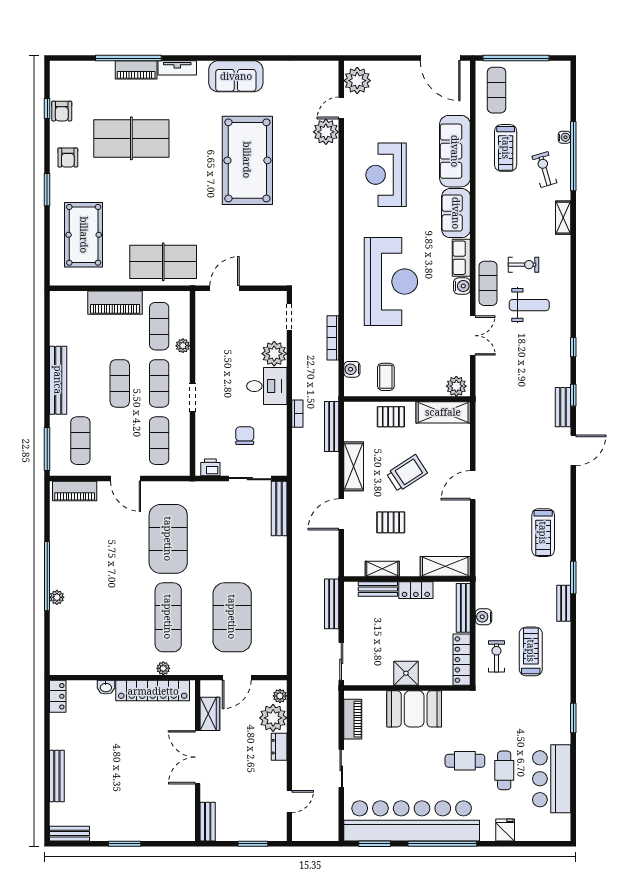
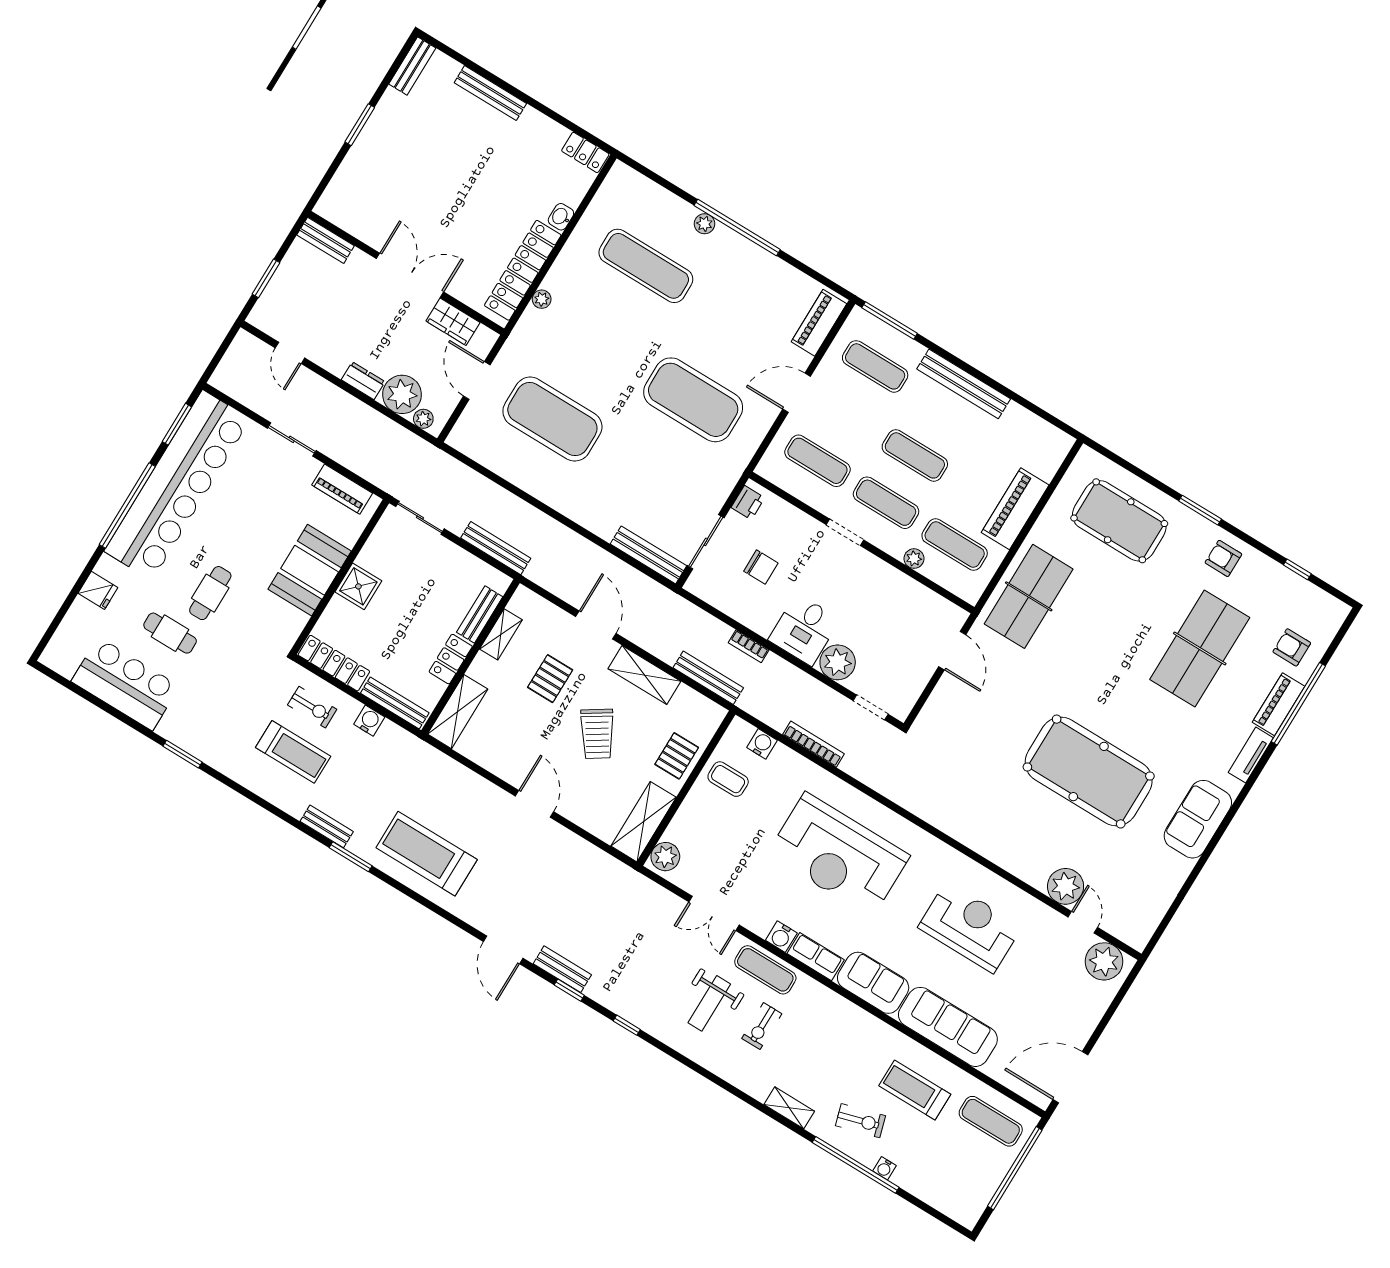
armchair: (62, 111) -> (1292, 647), moved
treadmill: (543, 533) -> (427, 854), width x1.37, depth x1.38
exercise mat: (168, 617) -> (646, 266), moved

